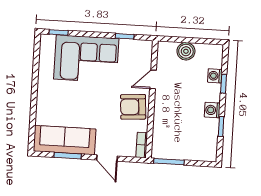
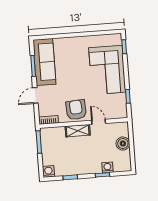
shelving: (161, 108) -> (78, 131), added
washing machine: (212, 110) -> (48, 172), moved

